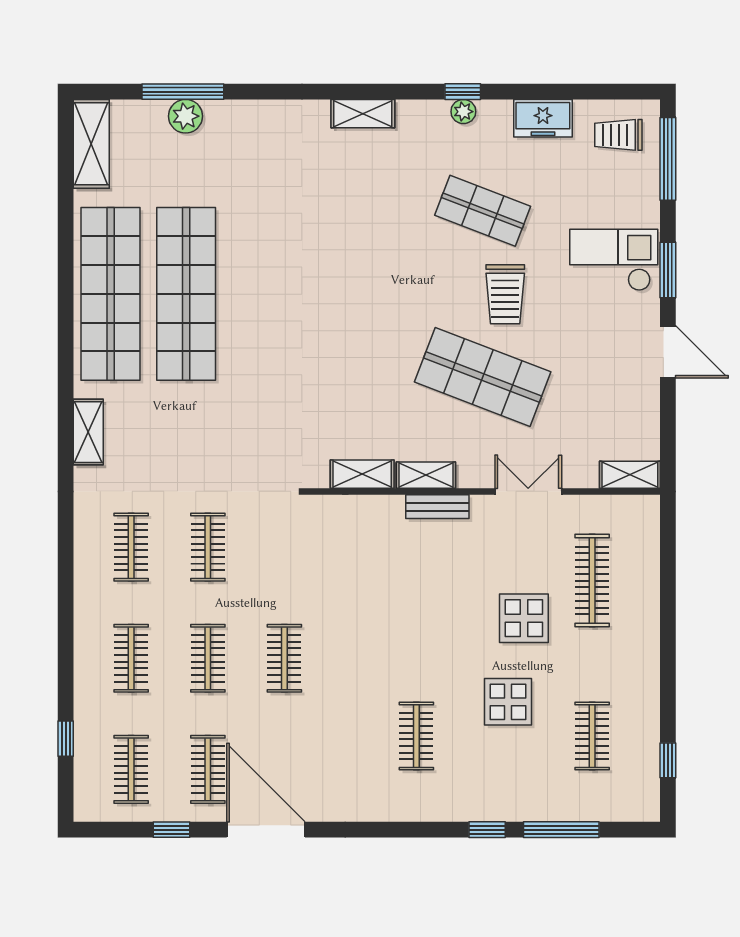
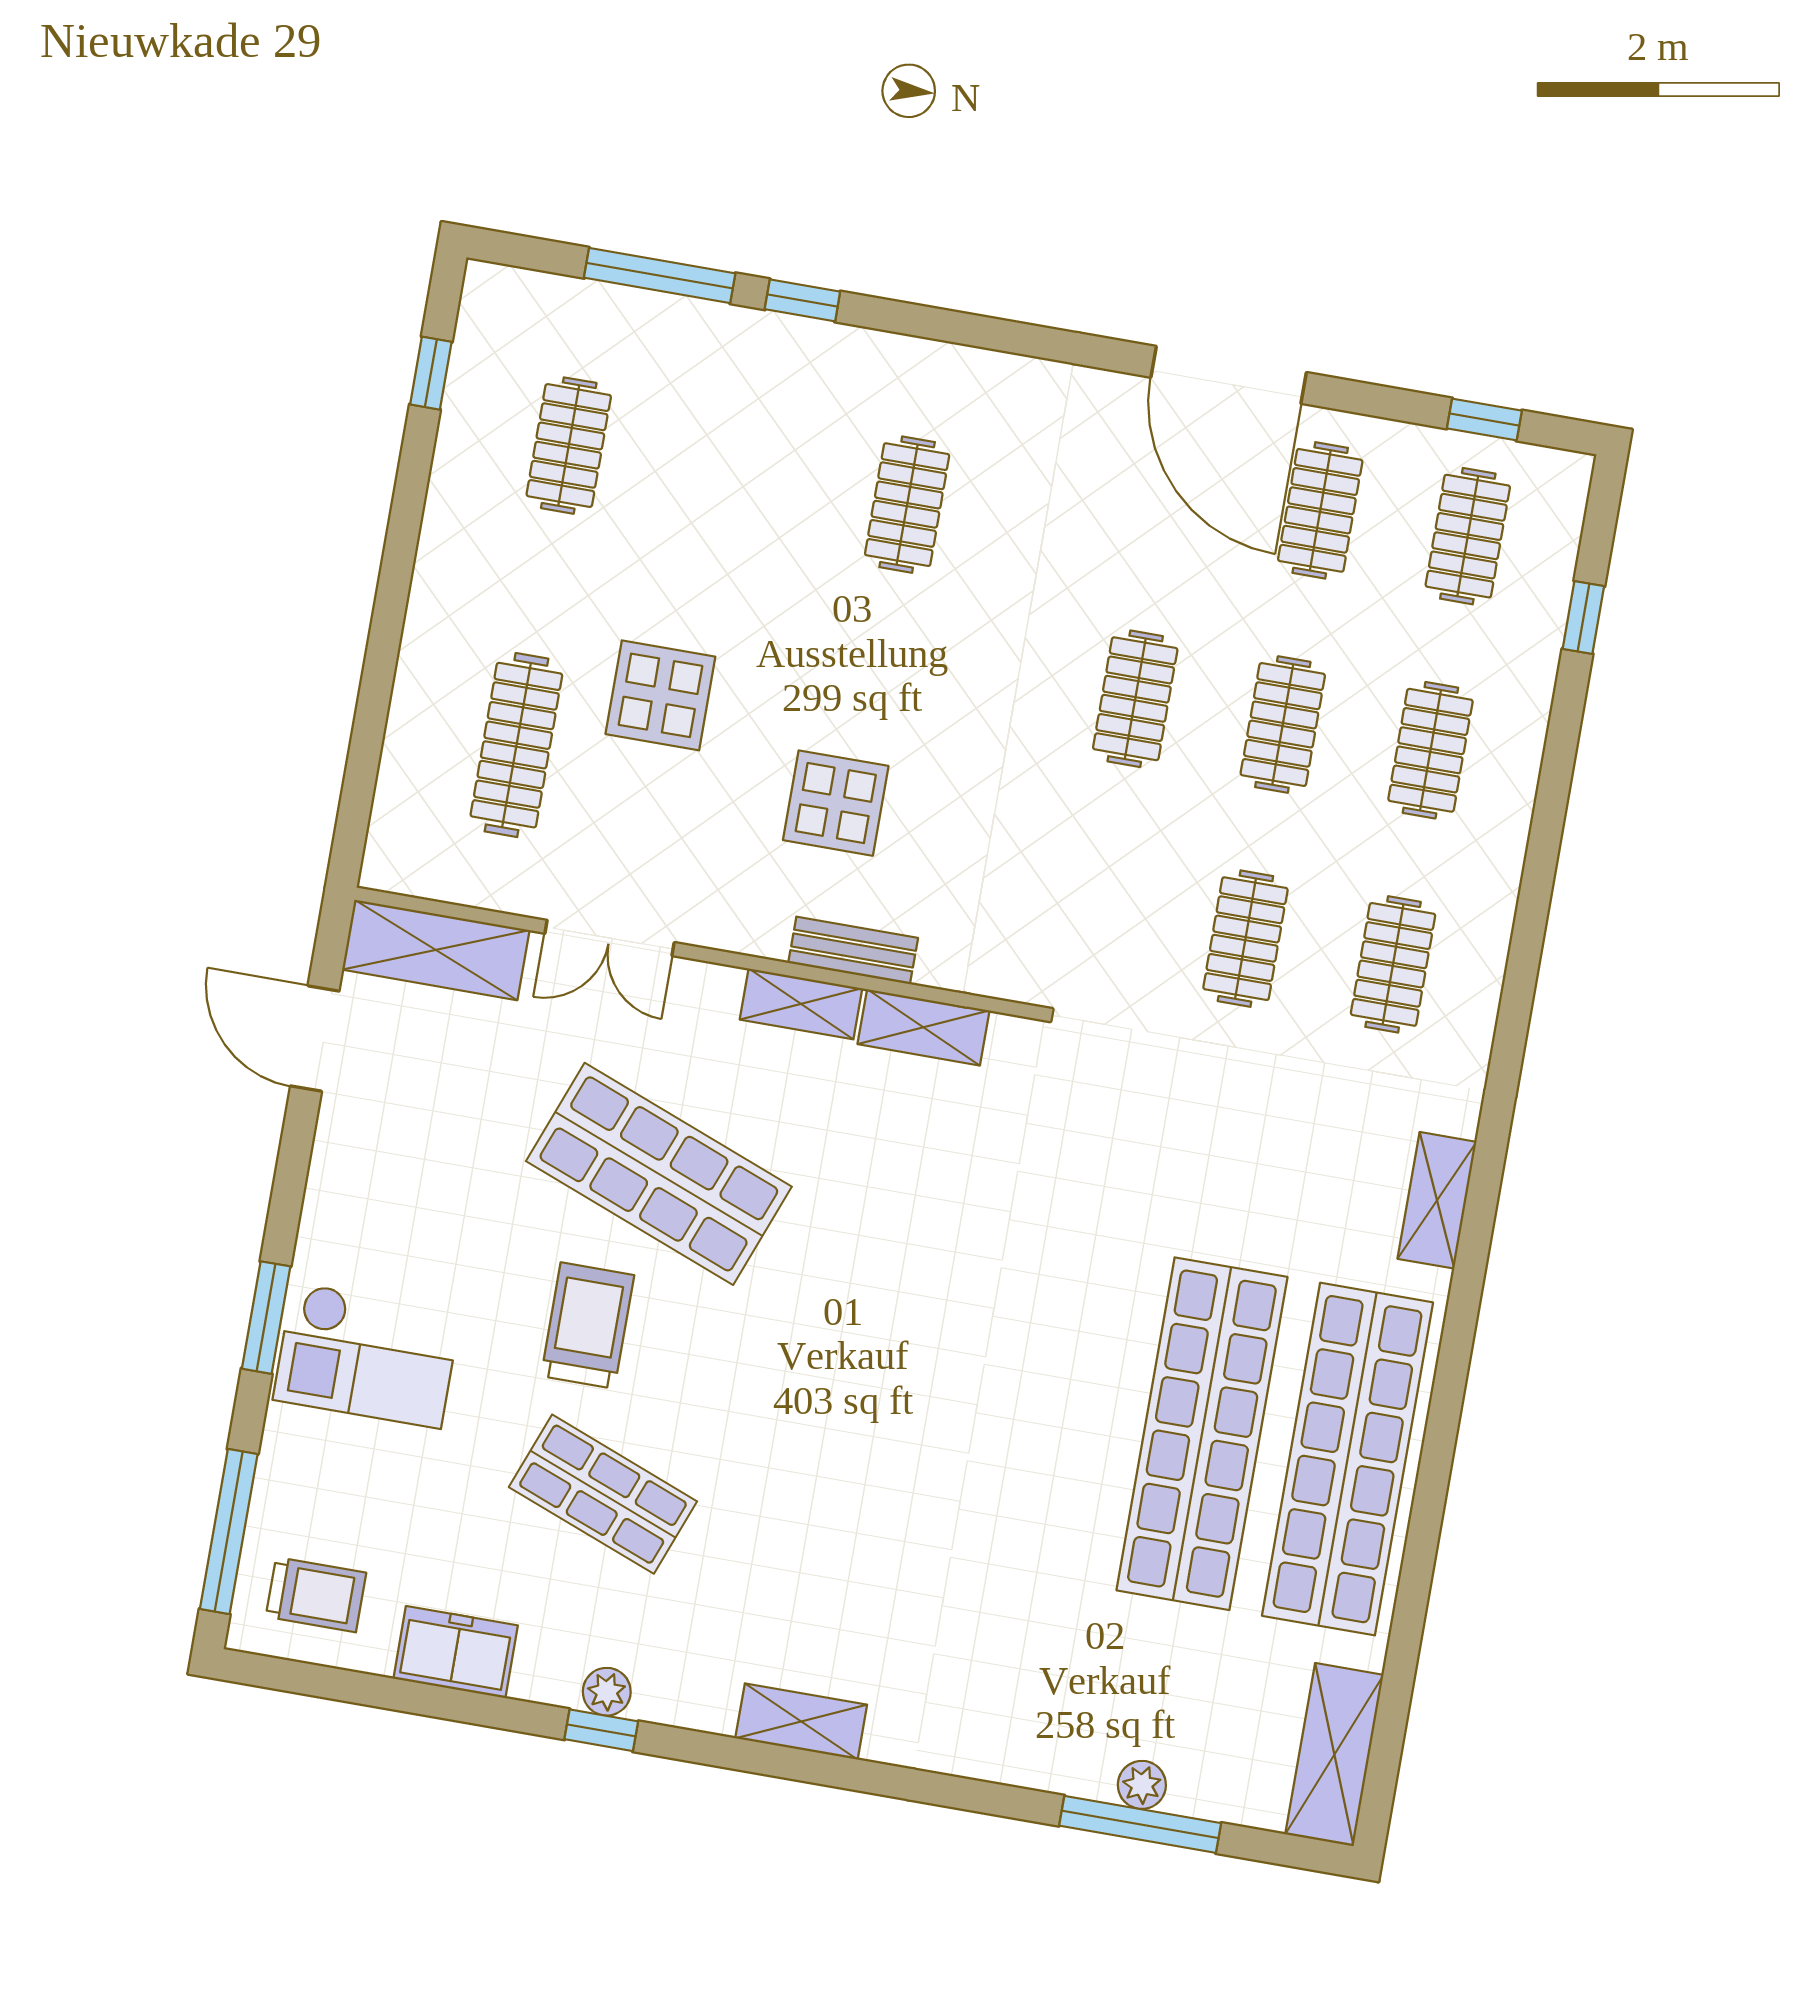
plant: (186, 116) -> (1142, 1785), width x0.73, depth x0.73
door: (668, 352) -> (315, 1038), moved
shelving: (630, 475) -> (436, 950), width x1.50, depth x1.33
bench: (437, 507) -> (853, 950), moved
display table: (508, 702) -> (836, 803), moved
window: (172, 830) -> (1484, 419), moved

